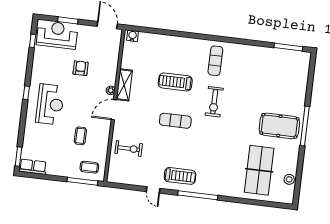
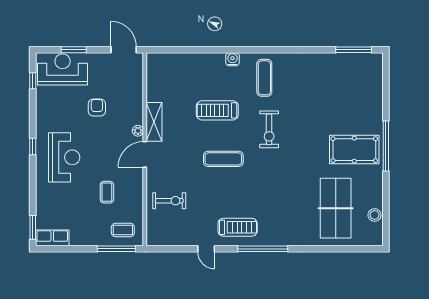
water cooler: (132, 36) -> (233, 59), moved

